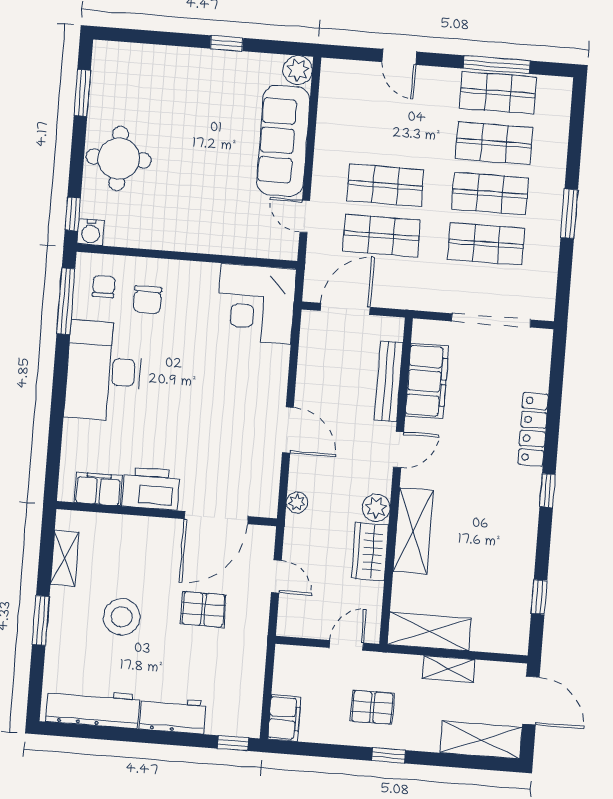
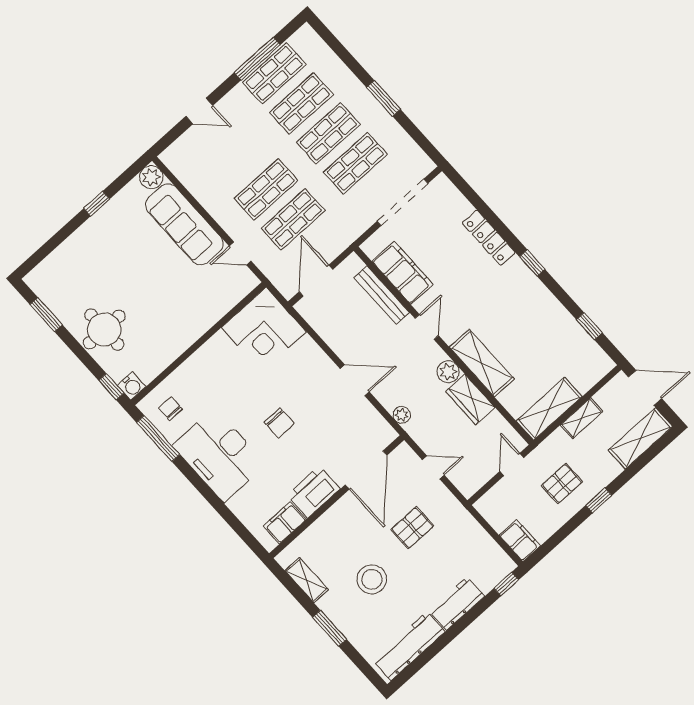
chair: (147, 300) -> (279, 423), moved

